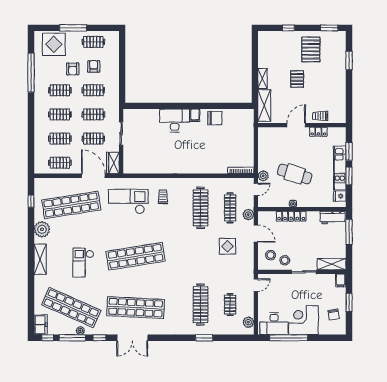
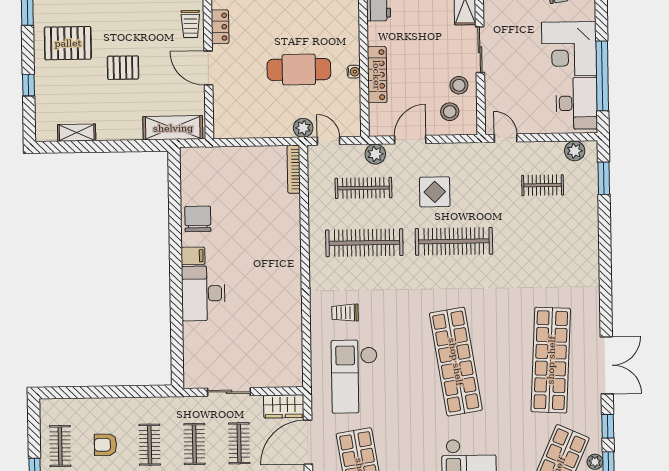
shelving: (262, 78) -> (77, 133), moved
cafe table: (295, 174) -> (299, 69), turned 72
clothes rail: (201, 305) -> (454, 241), moved
window: (204, 338) -> (604, 178), moved

